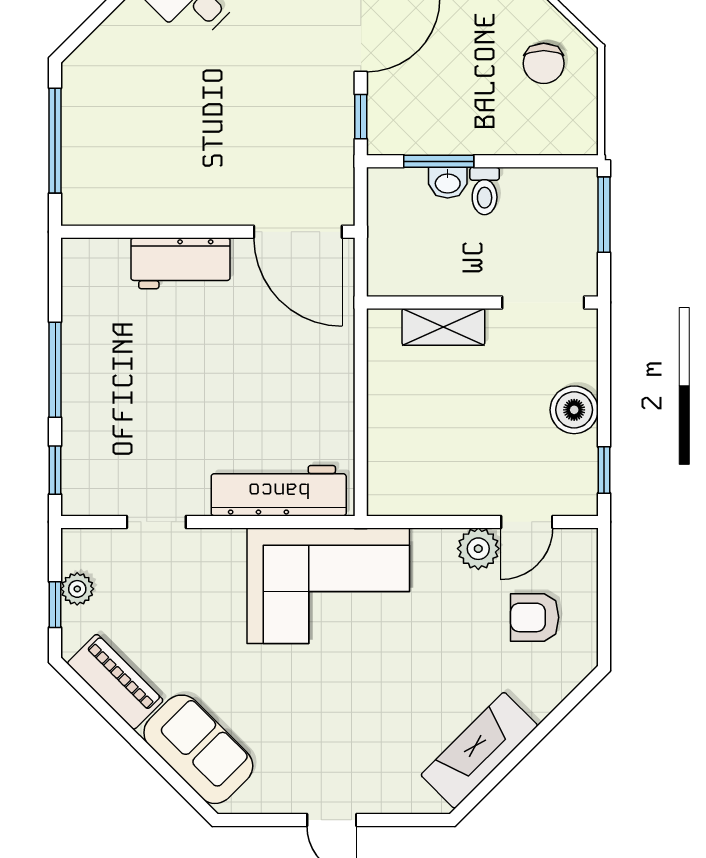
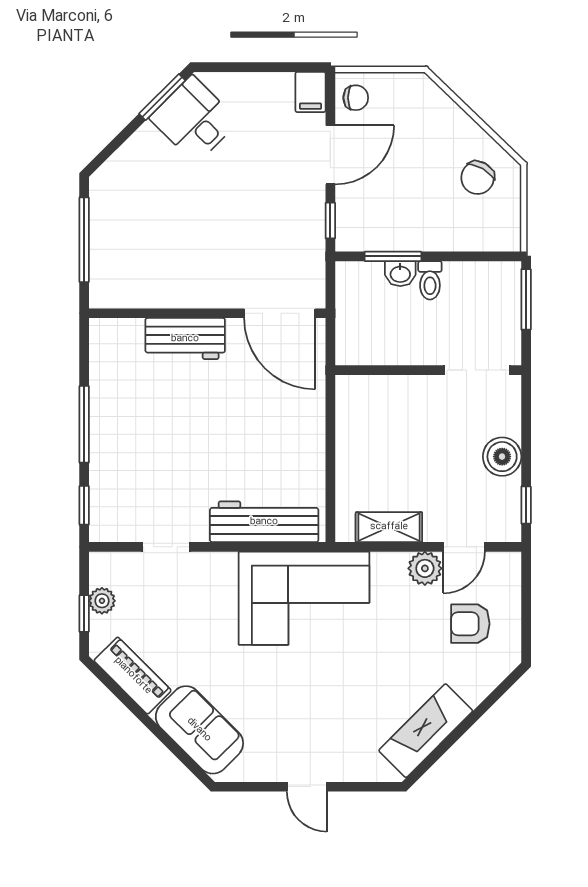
chair: (544, 63) -> (478, 178), turned 30
shelving: (443, 327) -> (389, 527), moved

